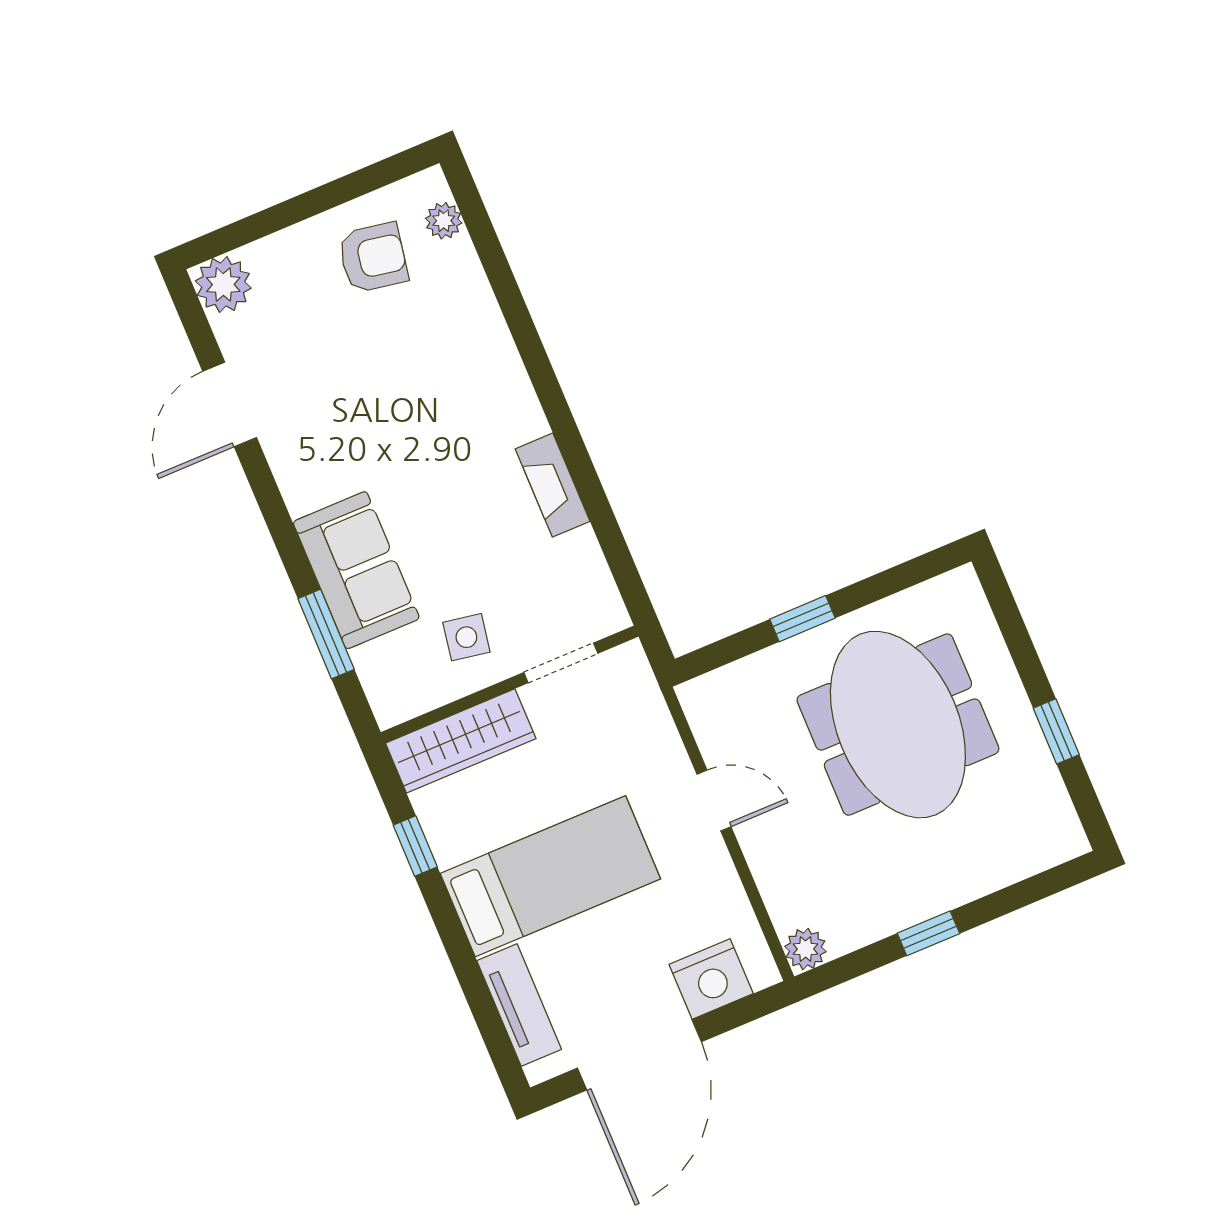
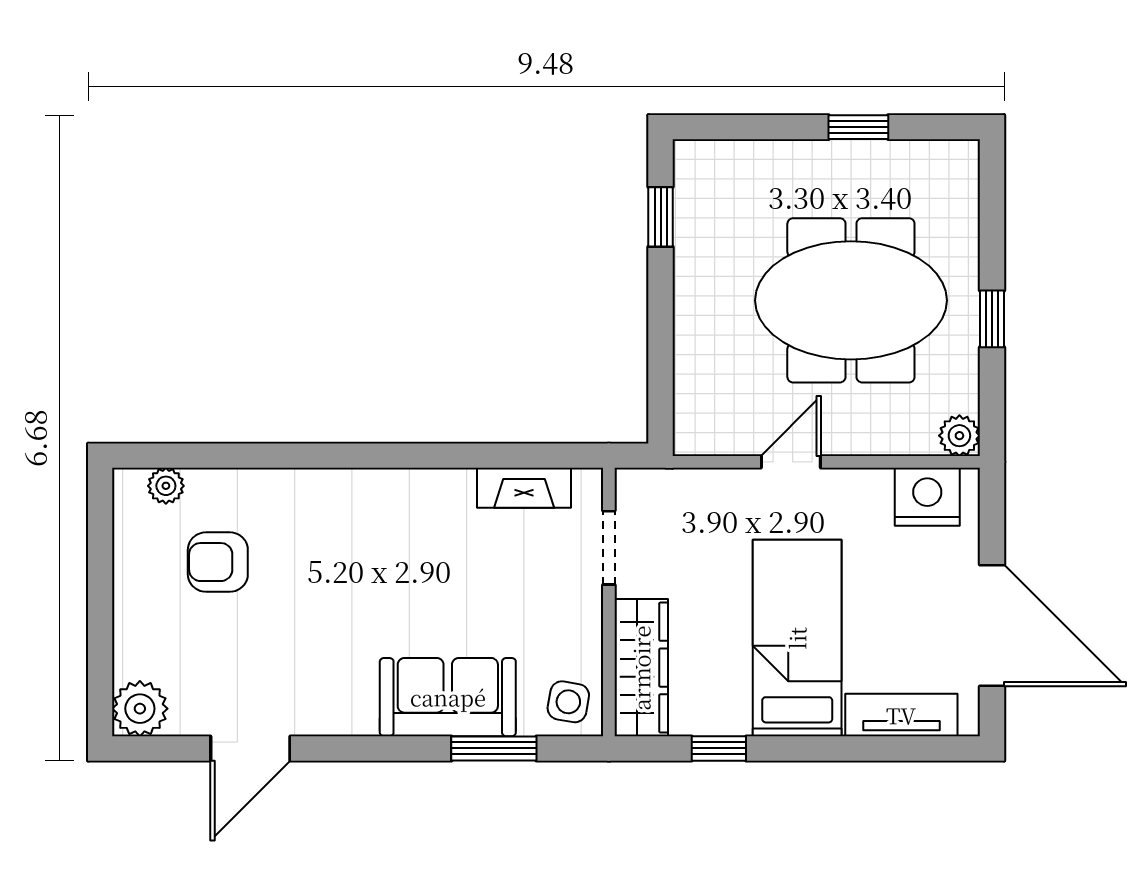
armchair: (373, 258) -> (218, 562), moved, turned -100
door: (230, 404) -> (250, 748), hinge flipped
fireplace: (553, 485) -> (524, 488), moved
window: (802, 619) -> (661, 217), moved
side table: (466, 637) -> (568, 702), moved
meeting table: (898, 725) -> (851, 300), moved
nightstand: (711, 979) -> (927, 497), moved, turned -90

